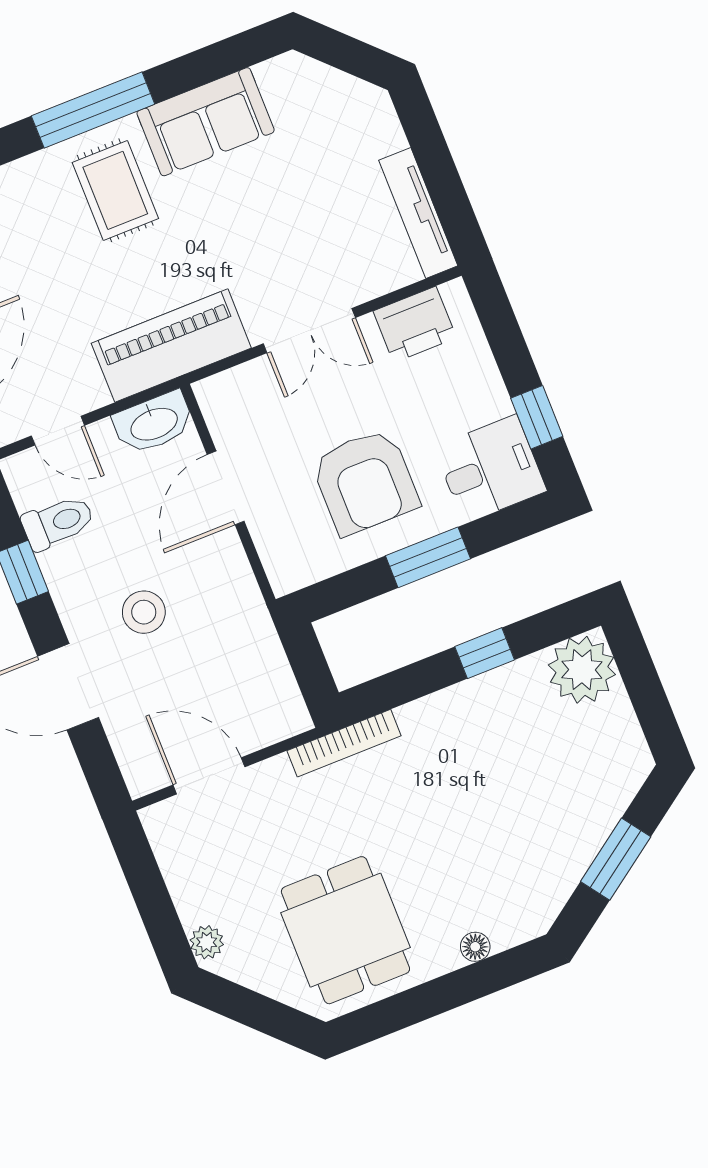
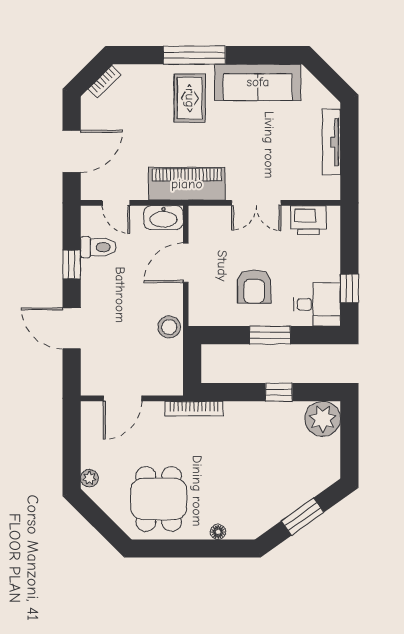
sofa: (206, 122) -> (258, 82), width x1.36
tv unit: (418, 213) -> (331, 142), moved
armchair: (365, 482) -> (254, 286), width x0.73, depth x0.73
stool: (144, 612) -> (169, 327), moved
door: (209, 776) -> (122, 398), swing flipped

